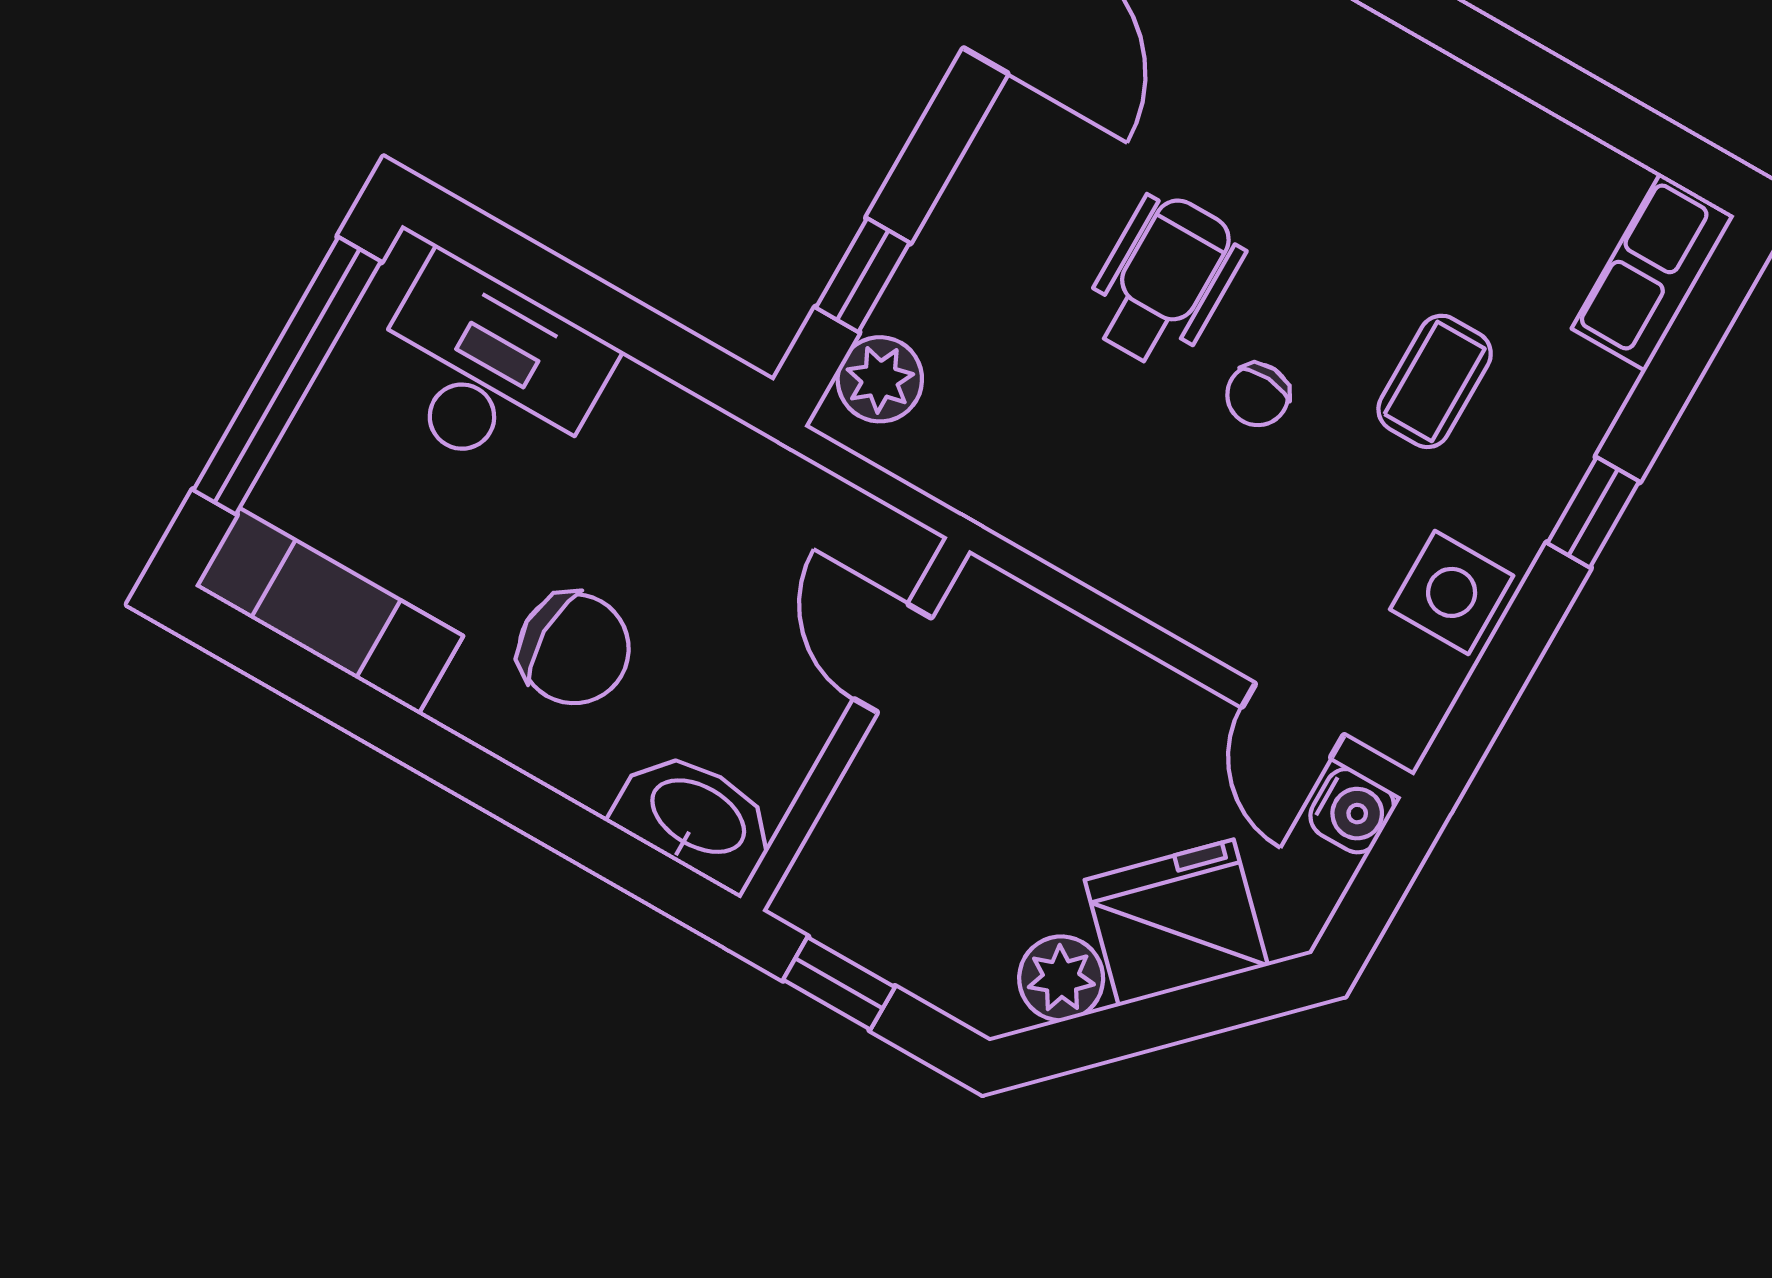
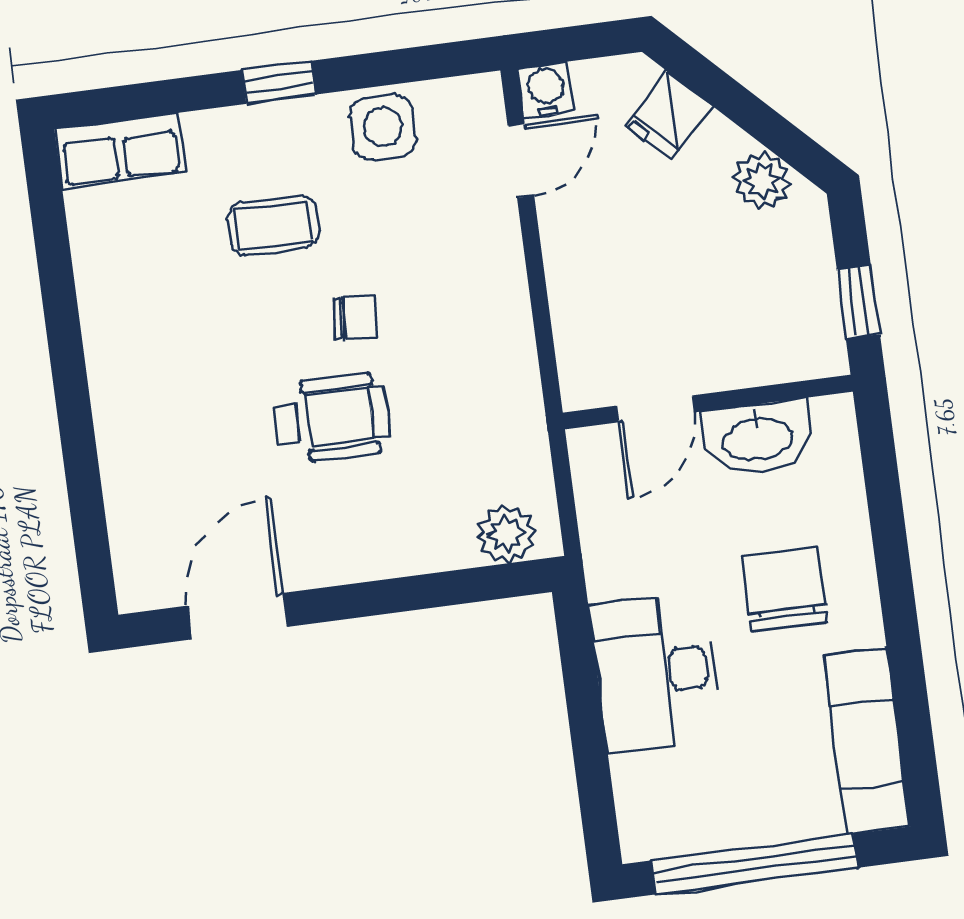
window: (863, 275) -> (456, 587), removed
wheelchair: (1163, 281) -> (332, 418), turned 180
desk: (488, 371) -> (656, 672), moved
washbasin: (697, 819) -> (758, 438), moved, turned -90
fridge: (1176, 923) -> (669, 116), width x0.53, depth x0.75

